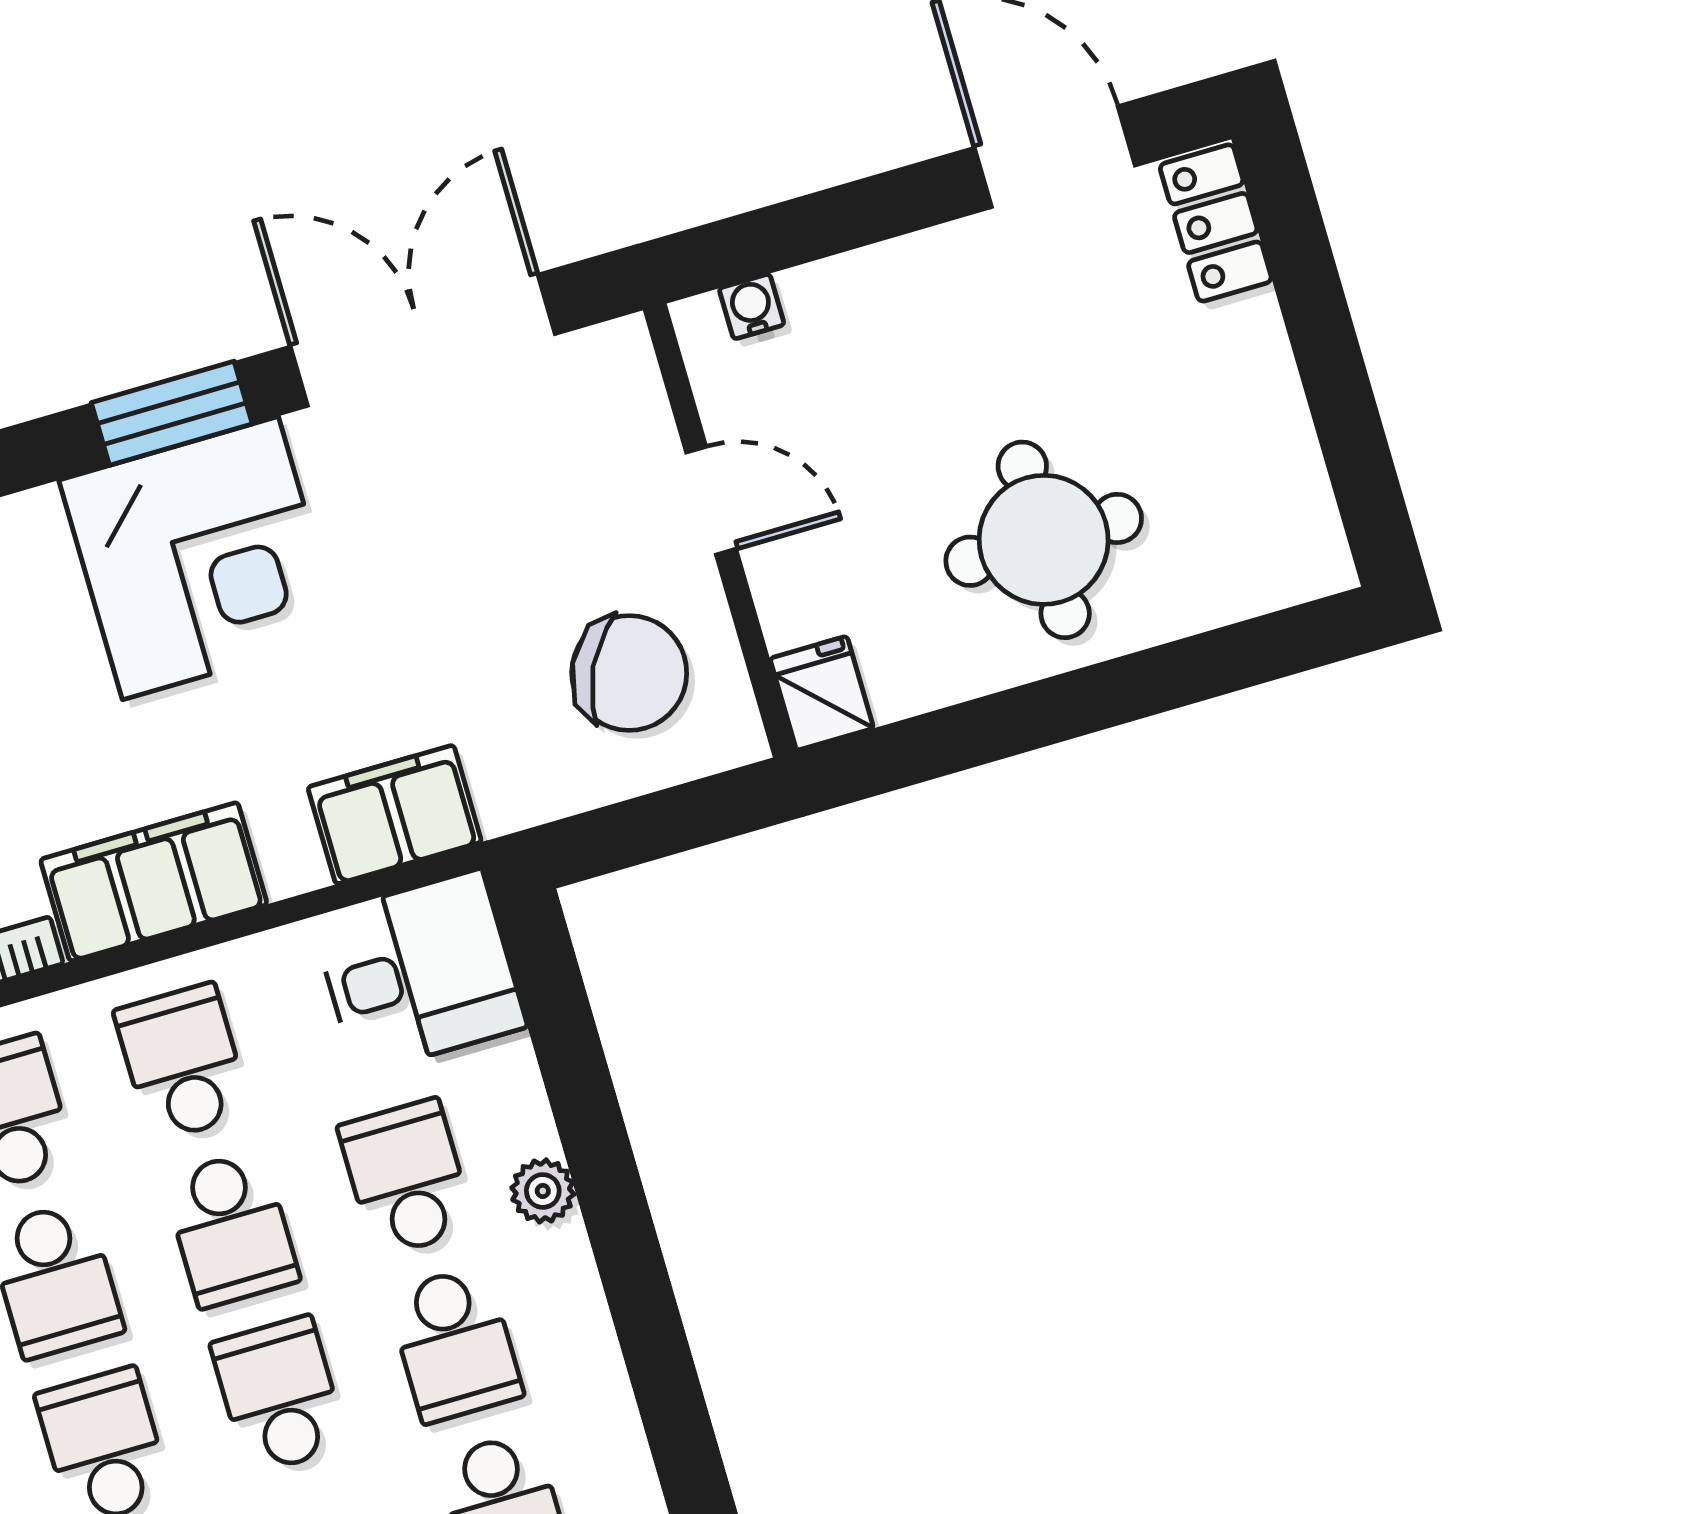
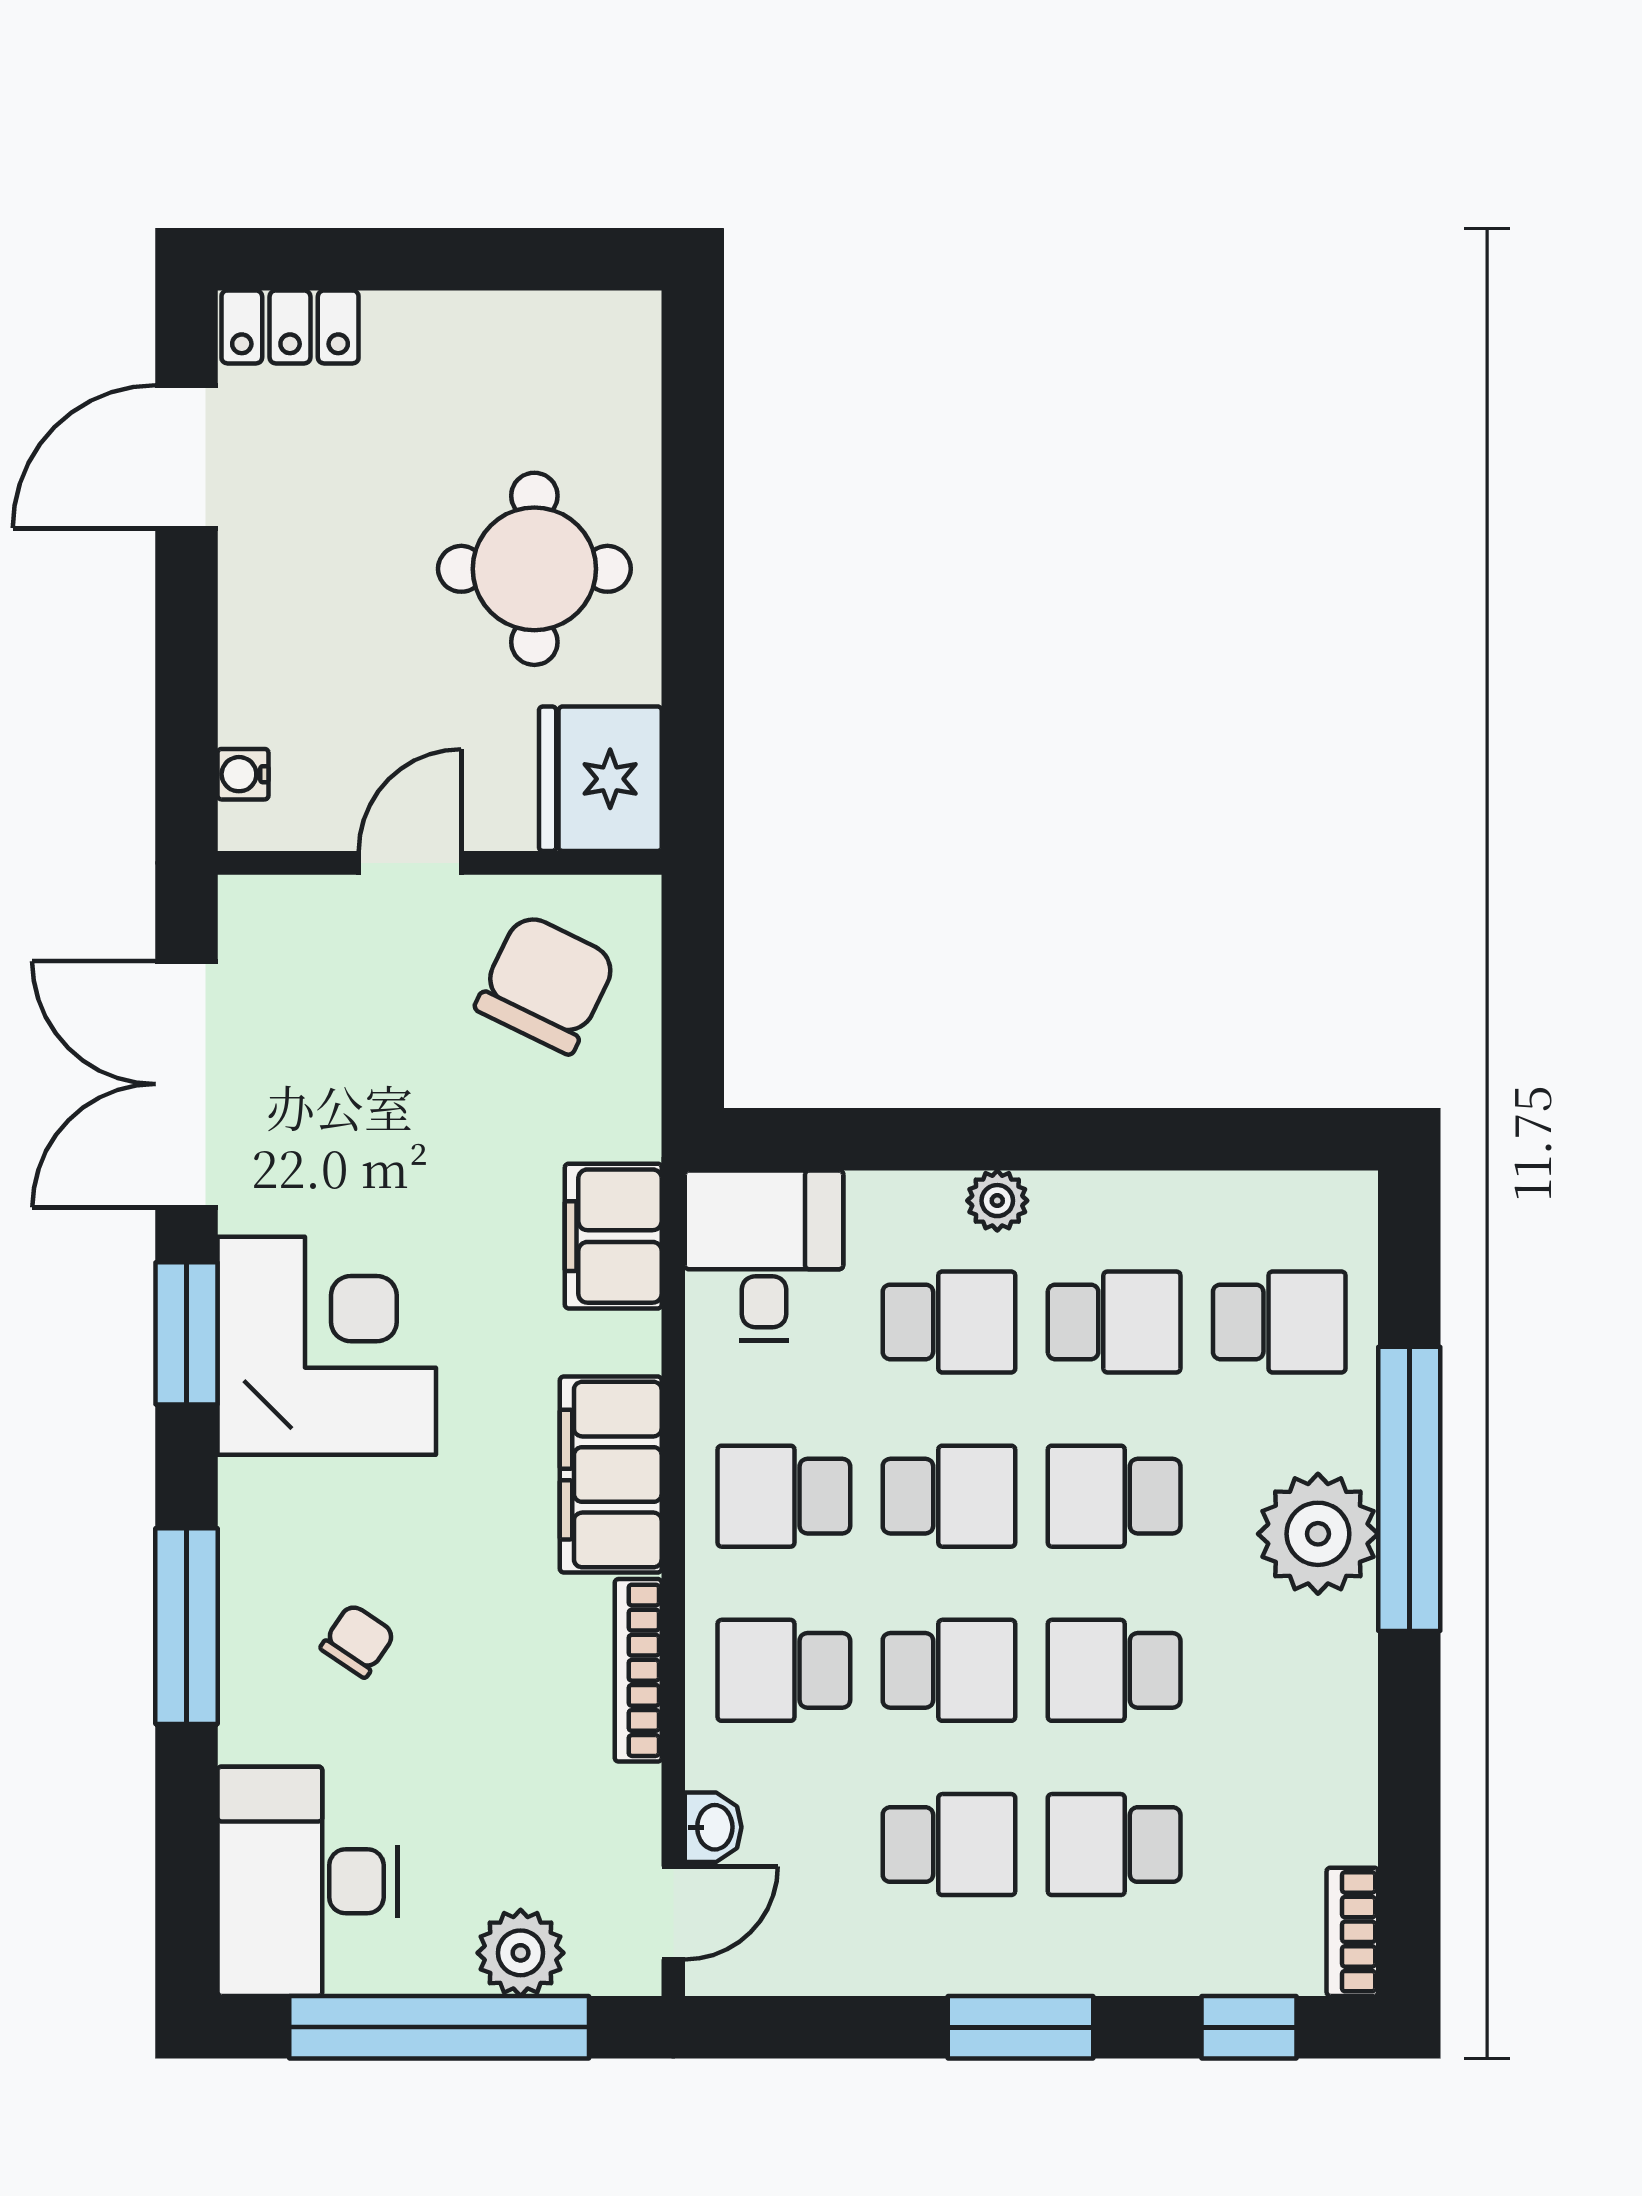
fridge: (822, 693) -> (600, 779), width x1.88, depth x1.34
school desk: (406, 1178) -> (949, 1322), turned 180

